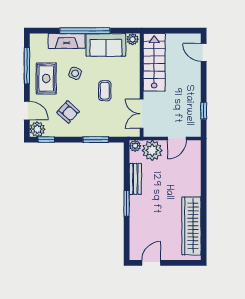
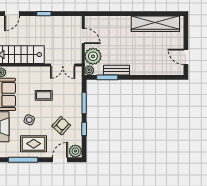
window: (204, 111) -> (44, 14), moved
window: (46, 140) -> (84, 129), moved
window: (127, 203) -> (107, 77), moved

